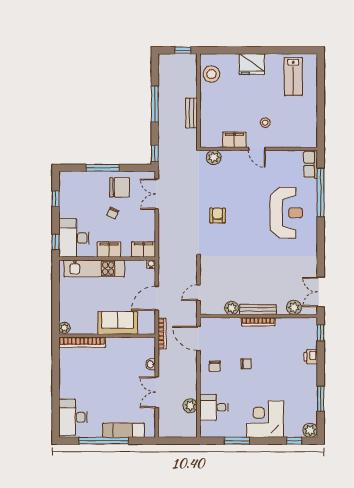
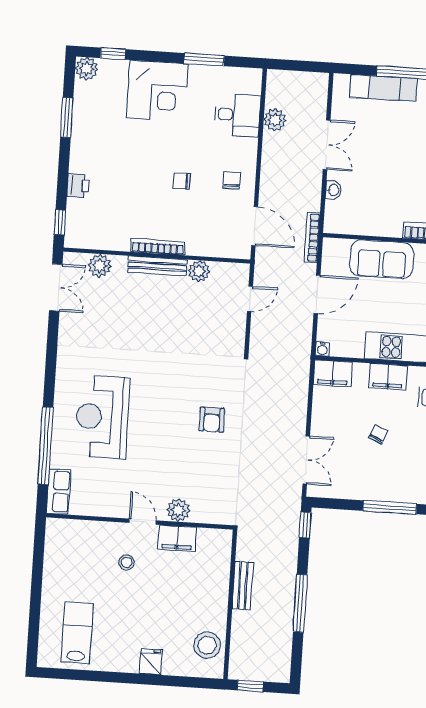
fridge: (252, 64) -> (151, 662), width x0.53, depth x0.75
plant: (214, 157) -> (178, 510), moved
chair: (120, 187) -> (365, 474), removed

